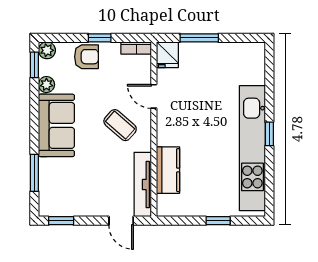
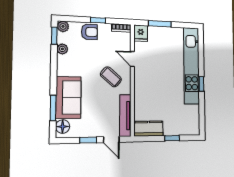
sofa: (56, 125) -> (68, 97), moved
kitchen unit: (252, 148) -> (191, 66), moved
kitchen counter: (168, 170) -> (148, 129), moved, turned -90
floor lamp: (48, 200) -> (63, 127), added
window: (61, 221) -> (88, 140), moved

